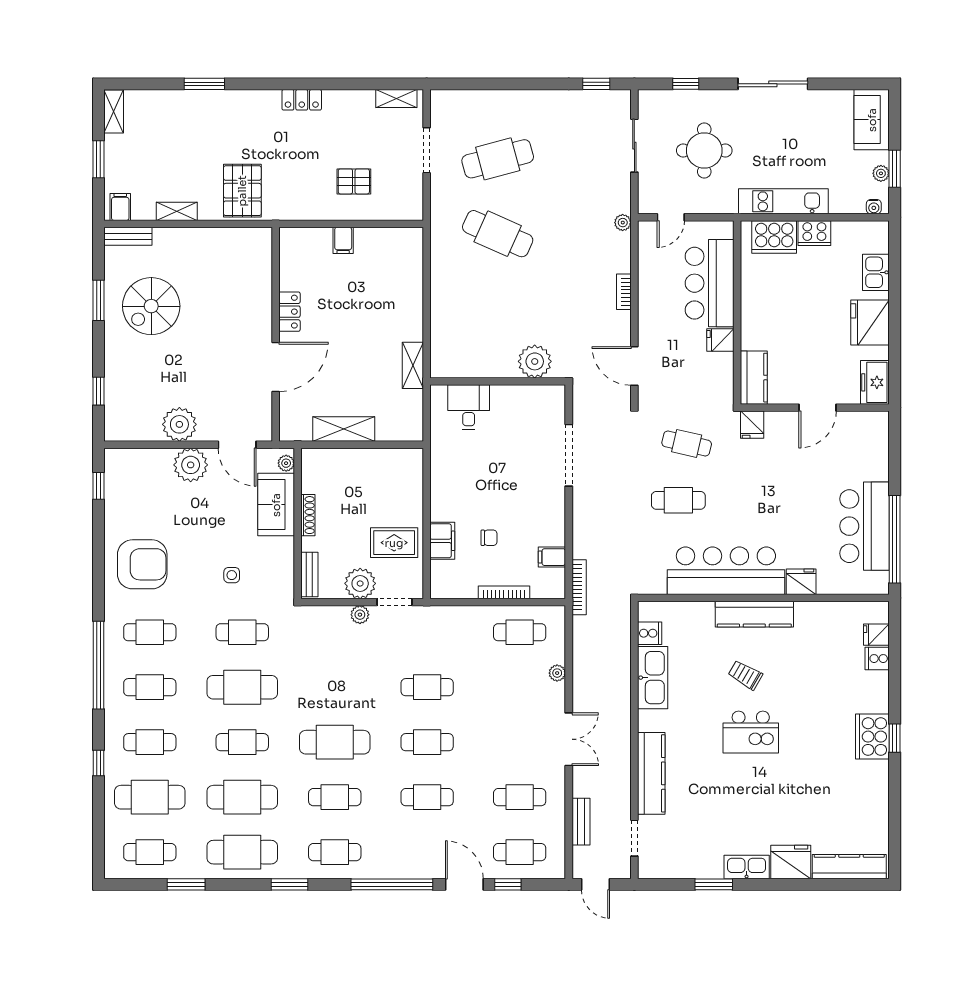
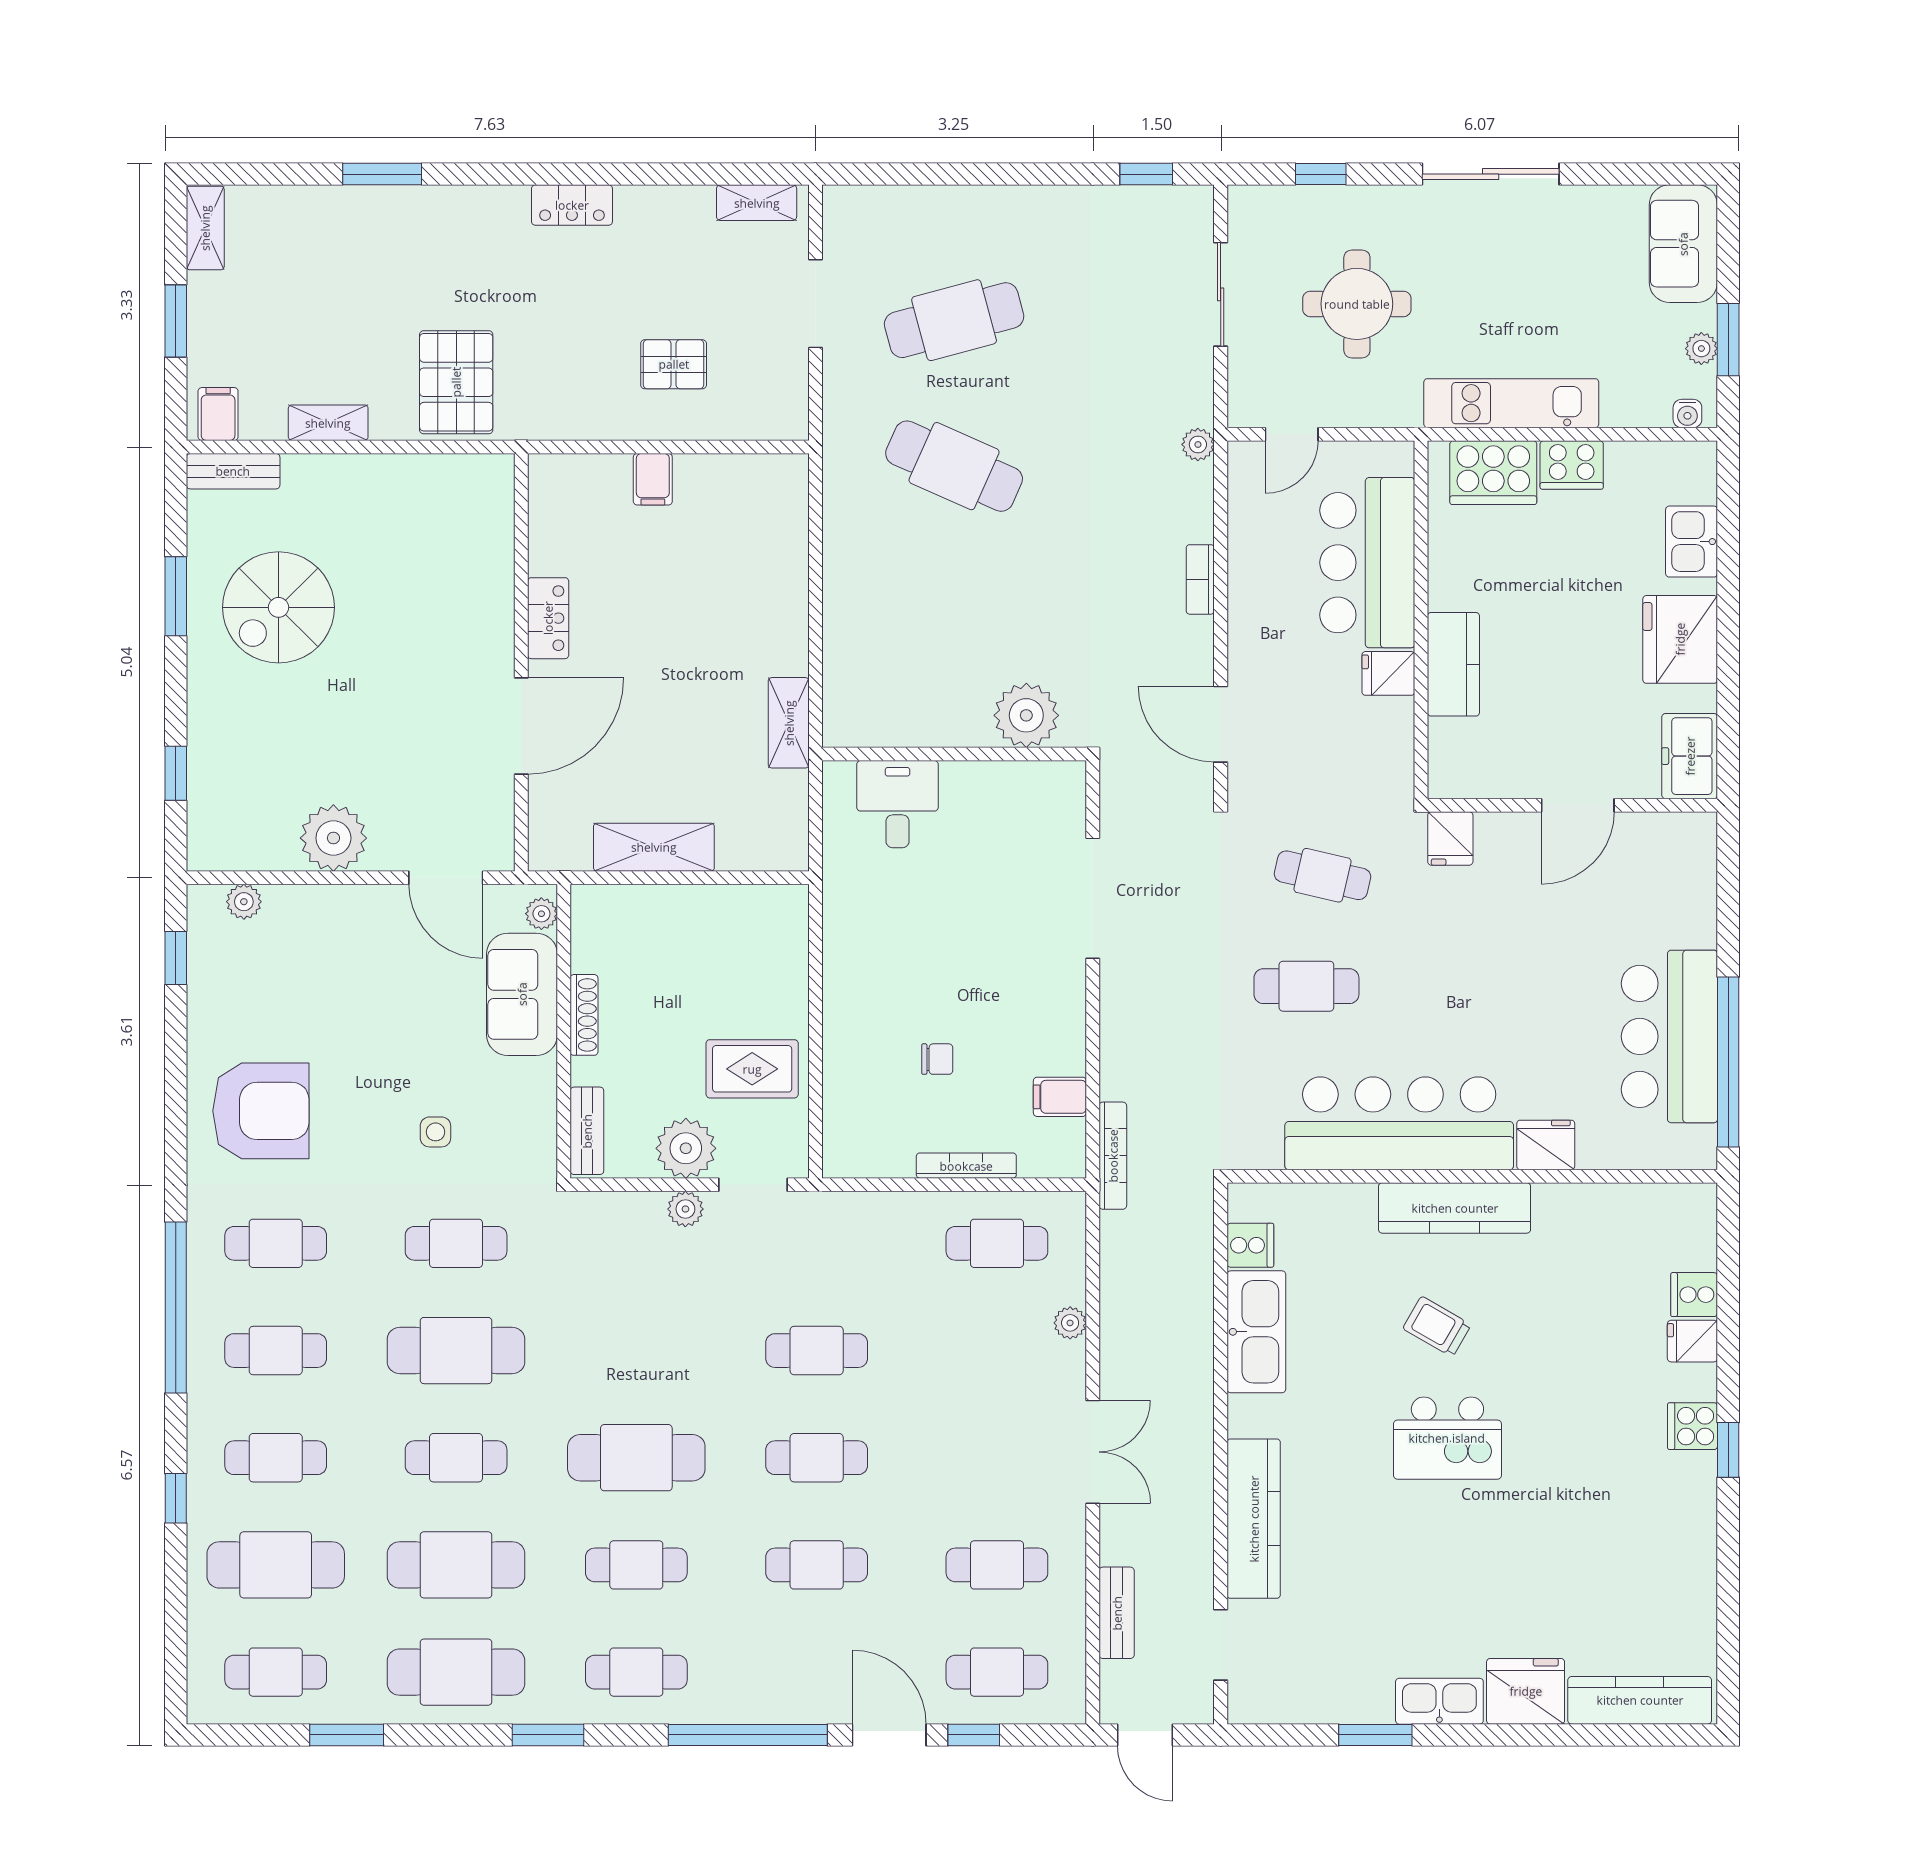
kitchen counter: (754, 378) -> (1453, 664), moved
plant: (191, 465) -> (244, 902), moved, width x0.53, depth x0.53
filing cabinet: (442, 541) -> (846, 1065), removed
fridge: (876, 635) -> (1692, 1341), moved
cooker: (872, 737) -> (1693, 1426), width x0.53, depth x0.76

